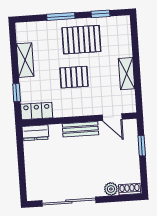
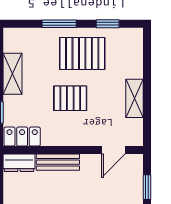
door: (112, 117) -> (113, 150), hinge flipped
bench: (80, 129) -> (58, 162), moved

